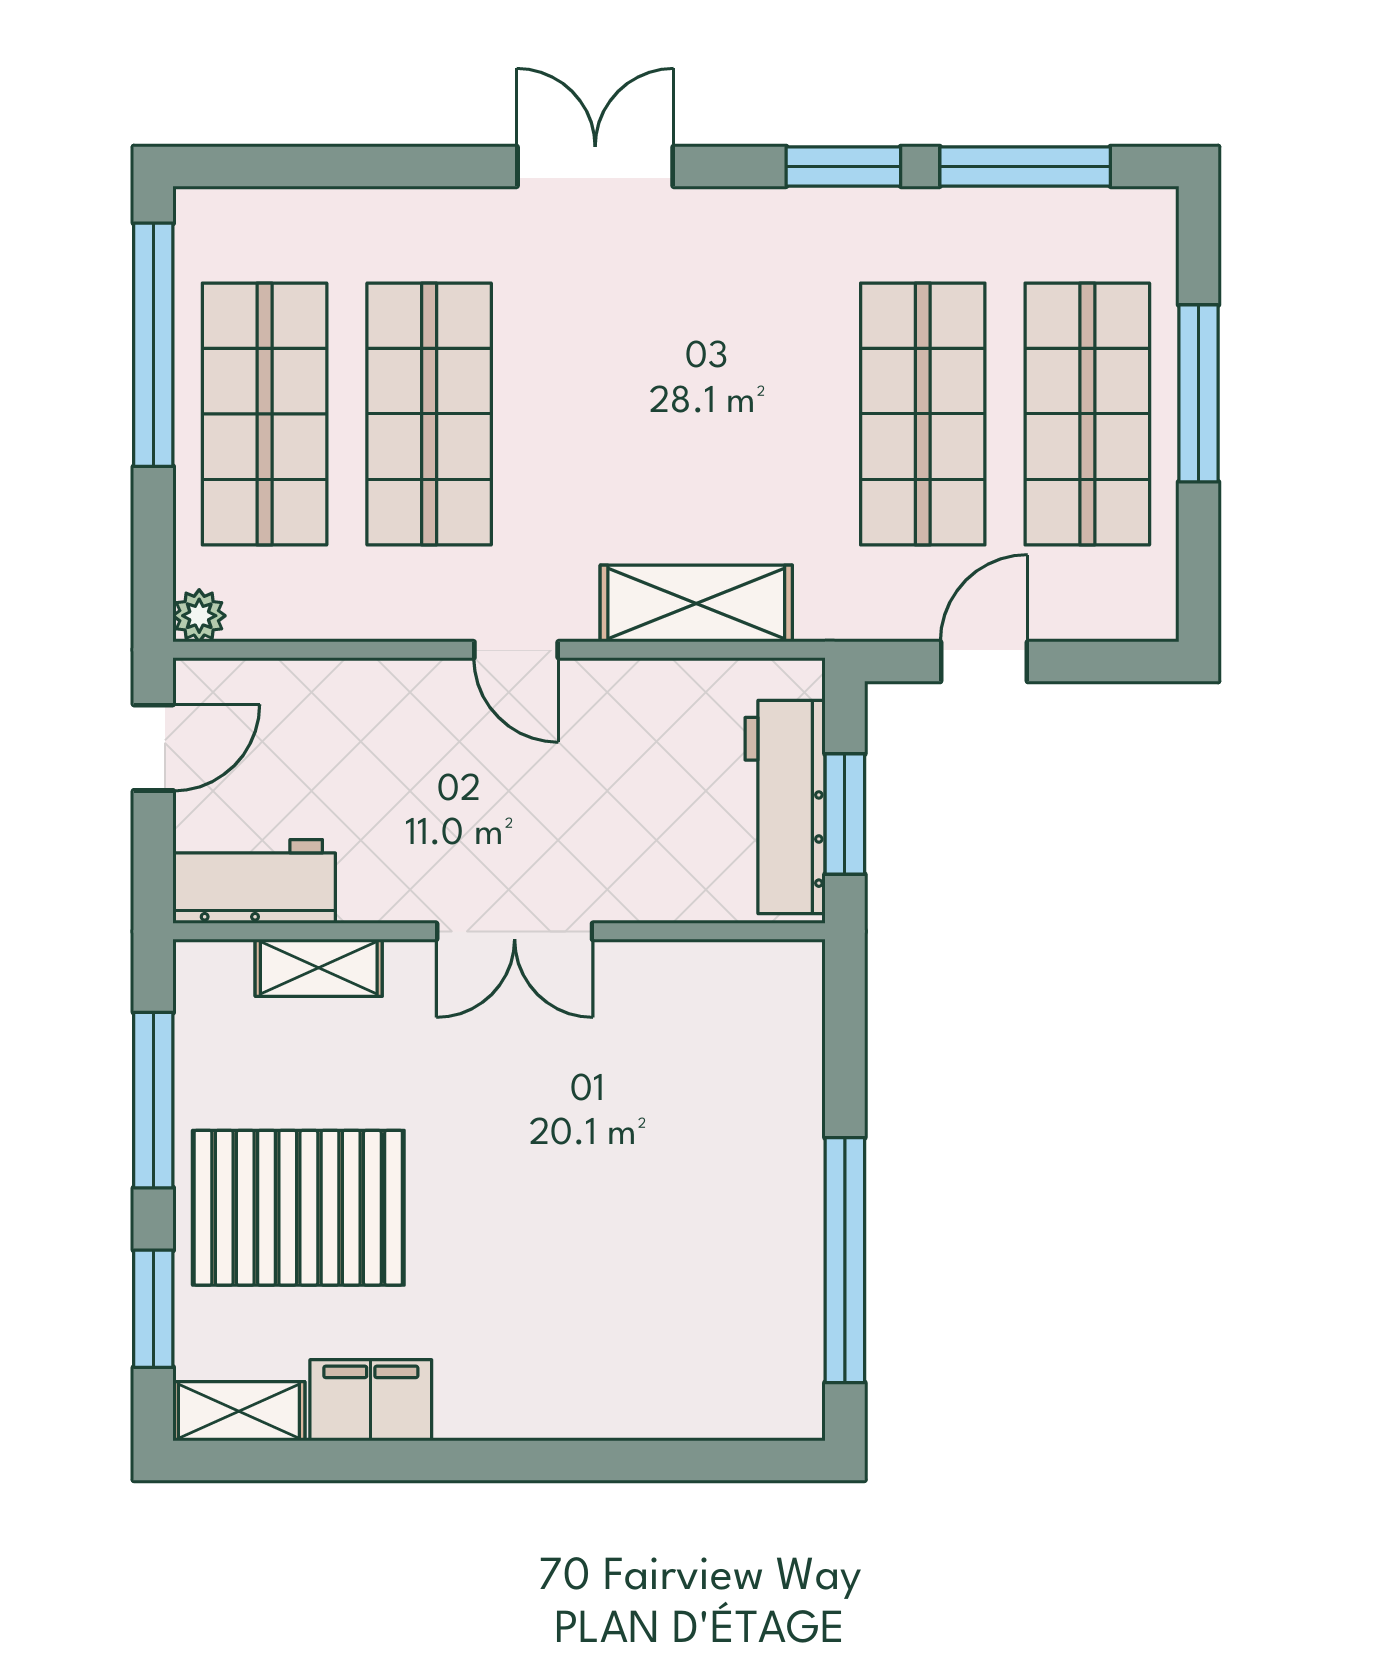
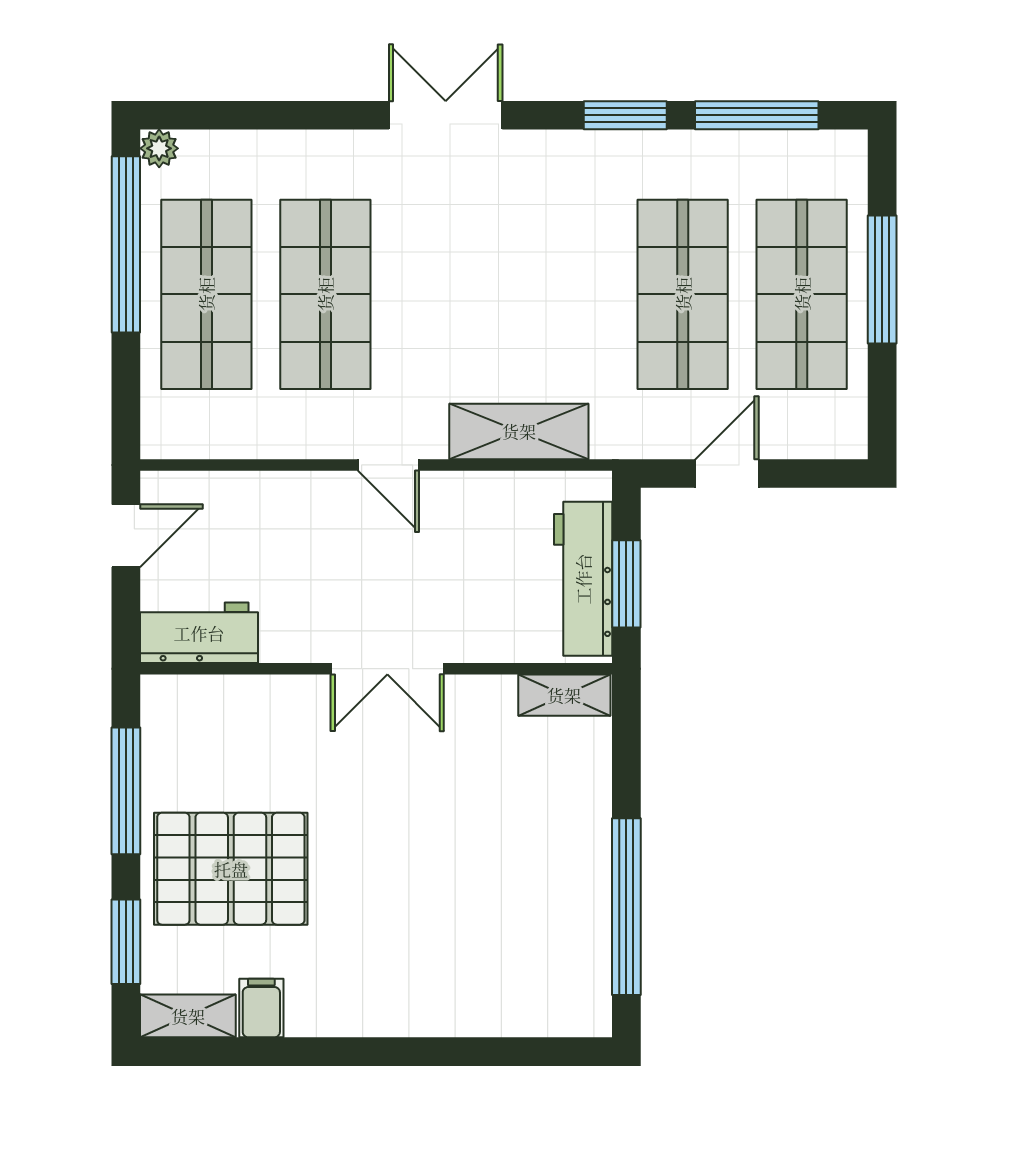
plant: (199, 616) -> (159, 148), moved
shelving: (319, 968) -> (564, 695), moved
filing cabinet: (371, 1400) -> (261, 1008), width x0.50

